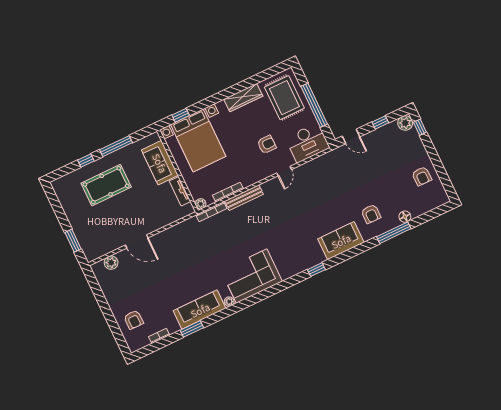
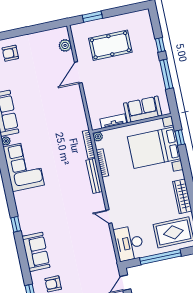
armchair: (267, 144) -> (136, 207), removed
pool table: (106, 185) -> (110, 45), moved, turned 90

